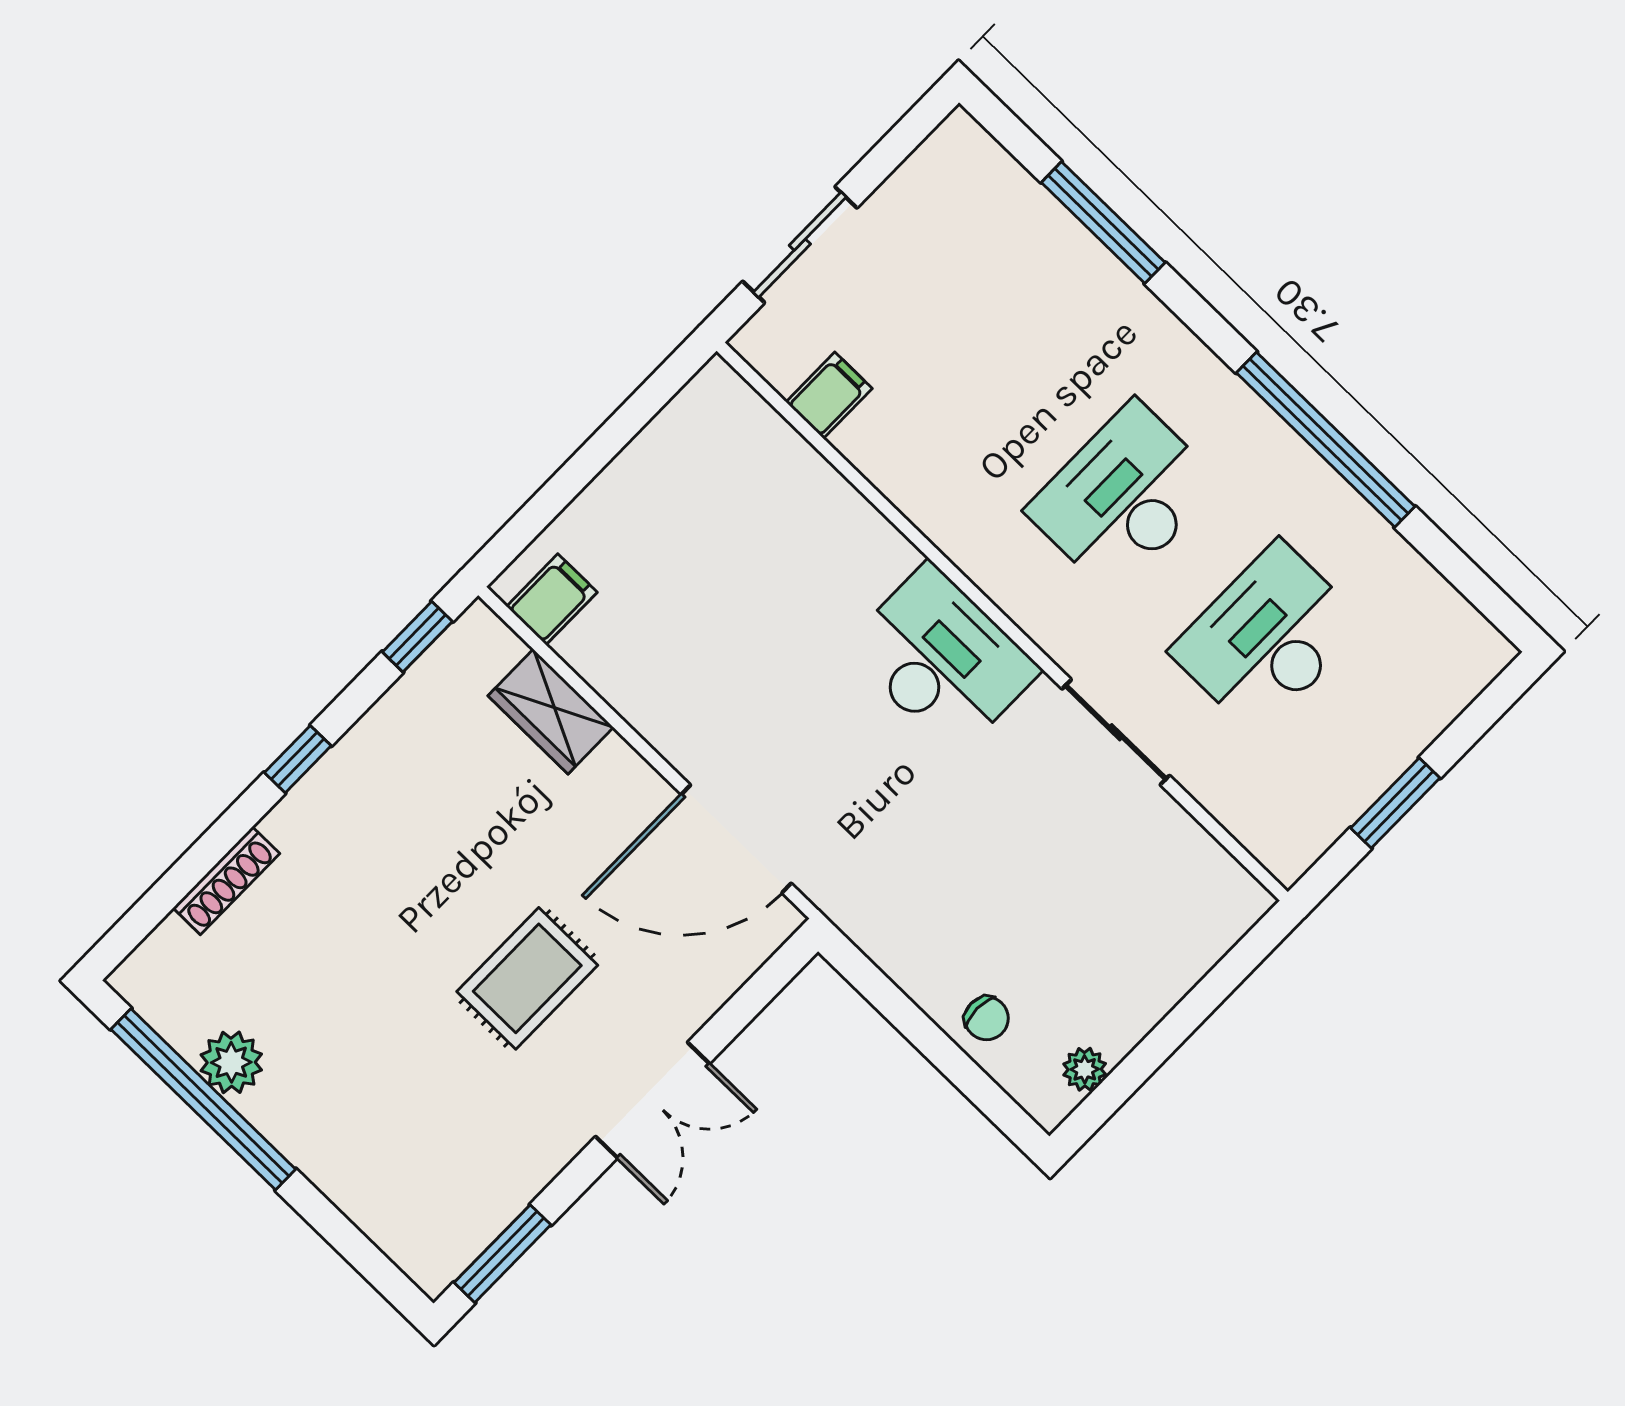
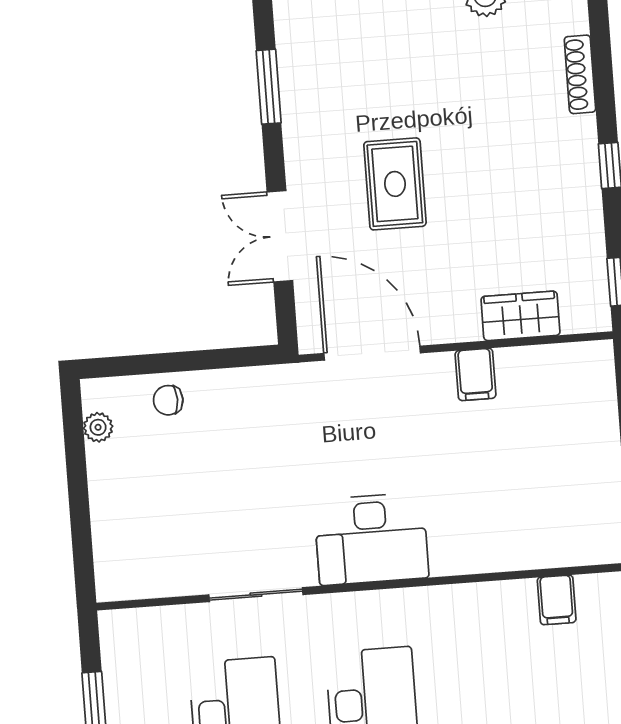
filing cabinet: (552, 599) -> (475, 374), moved
door: (736, 839) -> (372, 353), hinge flipped
double door: (652, 1100) -> (280, 236), moved
window: (502, 1254) -> (269, 87), moved

